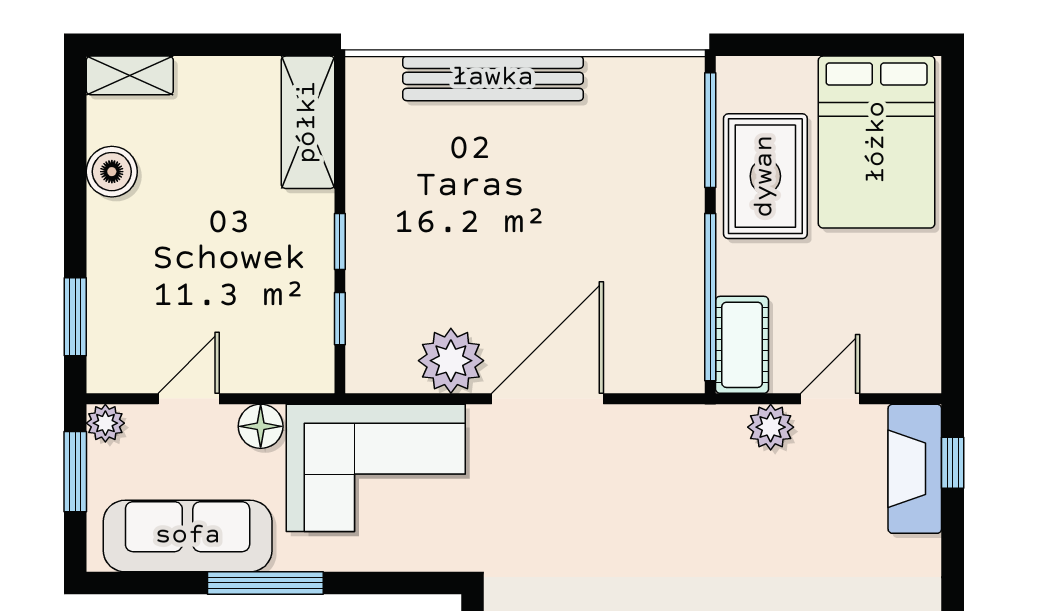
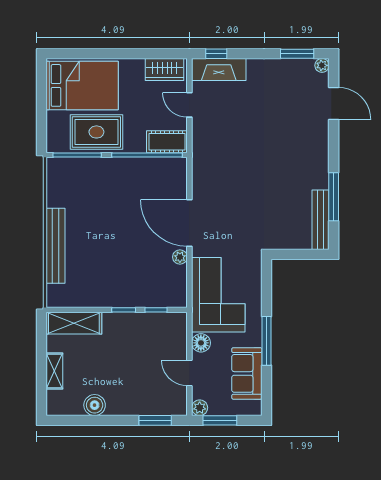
shelving: (130, 75) -> (54, 371), moved
wardrobe: (915, 339) -> (165, 70), added
plant: (451, 361) -> (180, 257), width x0.53, depth x0.53
plant: (771, 427) -> (201, 130), removed
sofa: (188, 536) -> (247, 373), width x0.73

